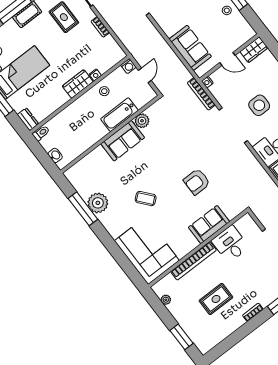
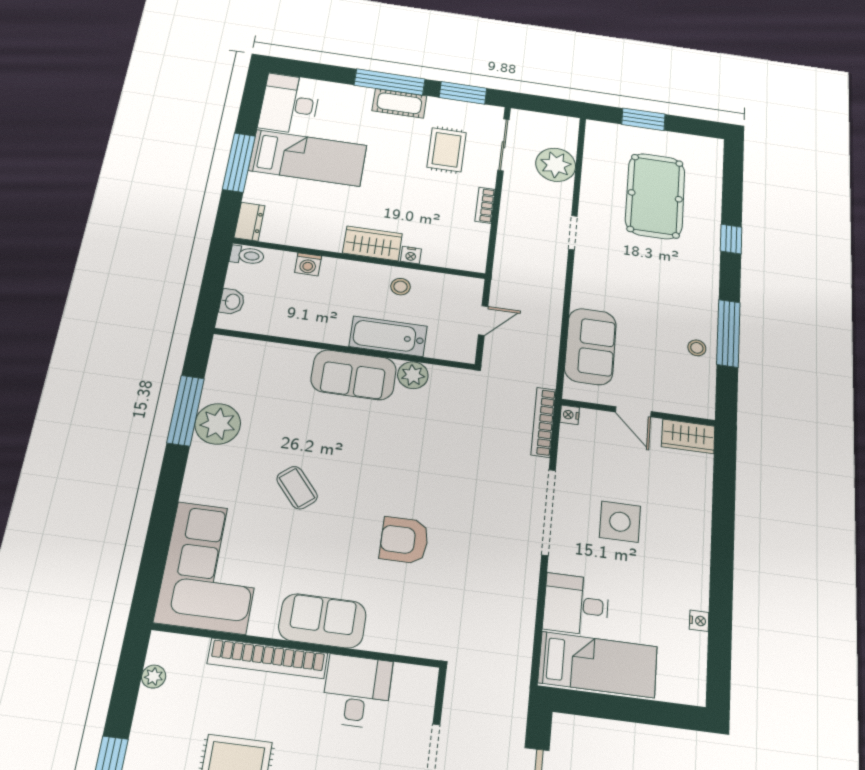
washing machine: (128, 66) -> (308, 264), moved
sofa: (209, 225) -> (322, 621), moved

